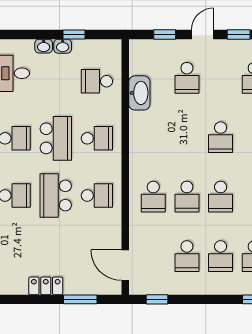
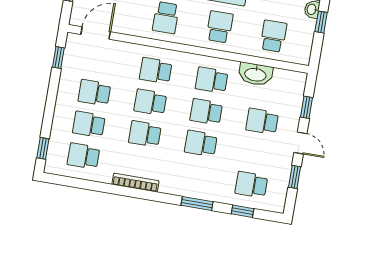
school desk: (153, 137) -> (212, 80), added
school desk: (187, 137) -> (206, 112), added
school desk: (97, 138) -> (220, 27), turned 180

